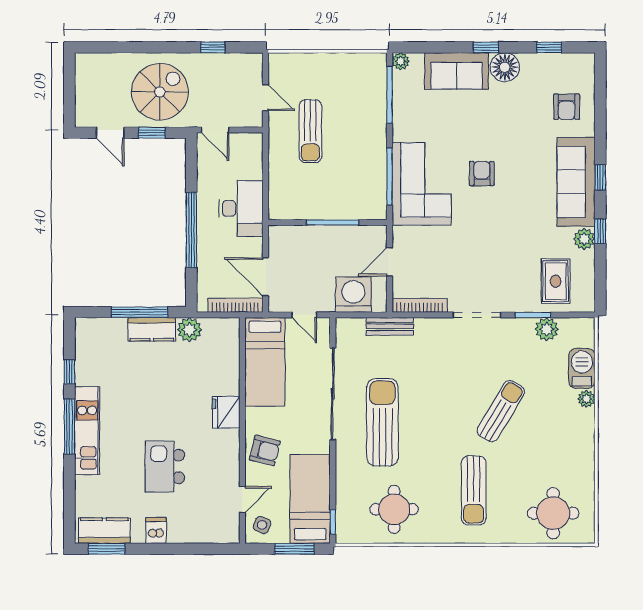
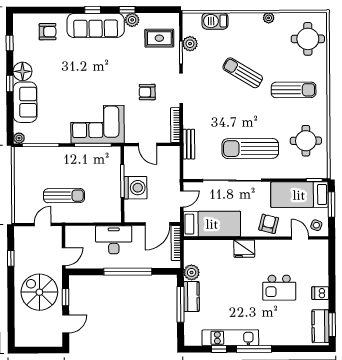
armchair: (482, 174) -> (147, 92), moved
washing machine: (353, 295) -> (135, 188), moved, turned 180
plant: (586, 399) -> (269, 18), moved
kitchen unit: (87, 431) -> (230, 338), moved

